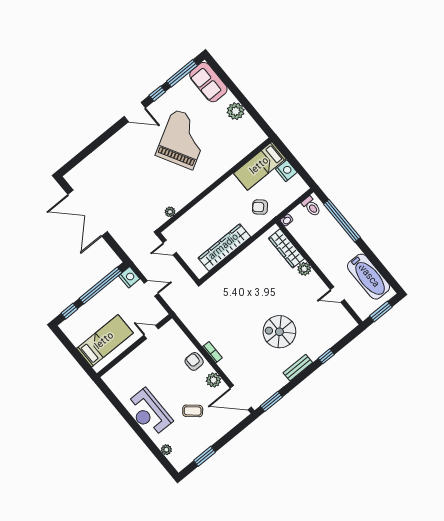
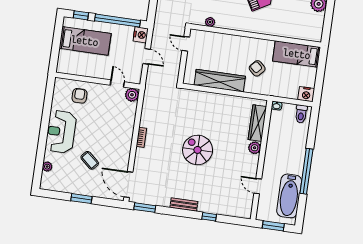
nightstand: (286, 171) -> (306, 94), moved, turned 90
armchair: (260, 207) -> (257, 68), moved
window: (342, 221) -> (306, 171), moved
spiral stairs: (279, 332) -> (198, 150), moved
bed: (105, 341) -> (85, 41), moved
armchair: (194, 361) -> (80, 96), moved
plant: (213, 380) -> (132, 95), moved
window: (205, 456) -> (81, 199), moved

